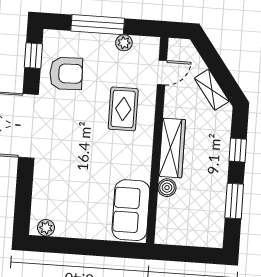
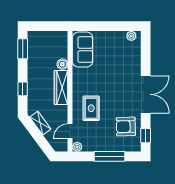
plant: (124, 43) -> (77, 147), moved
window: (234, 201) -> (23, 49), moved

